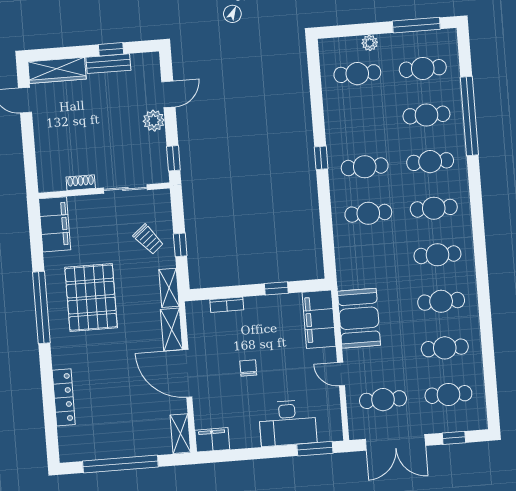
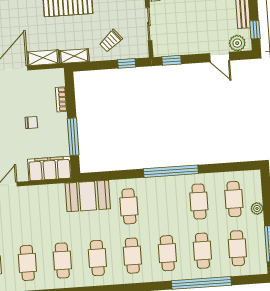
window: (111, 49) -> (255, 30), moved
plant: (154, 121) -> (237, 43), moved
window: (321, 158) -> (171, 171), width x3.17
cafe table: (365, 167) -> (199, 201), moved
window: (180, 245) -> (127, 63), moved
window: (276, 288) -> (73, 137), width x2.17
booth: (359, 318) -> (88, 196), moved
chair: (248, 368) -> (31, 122), moved

